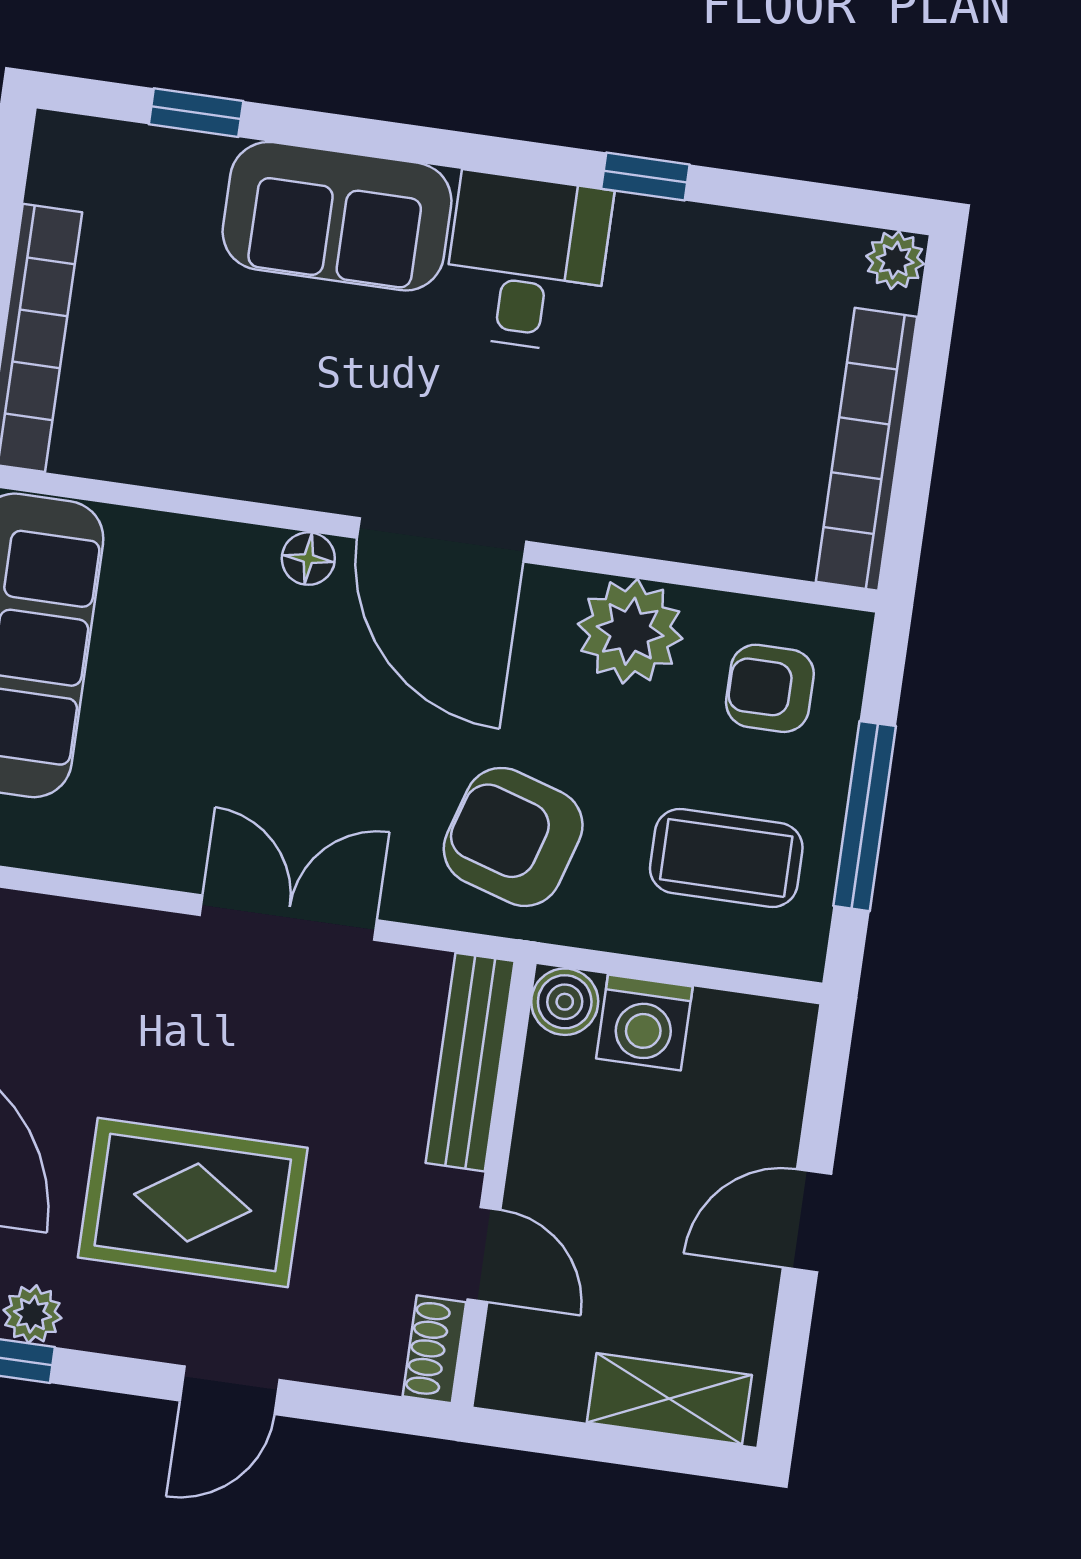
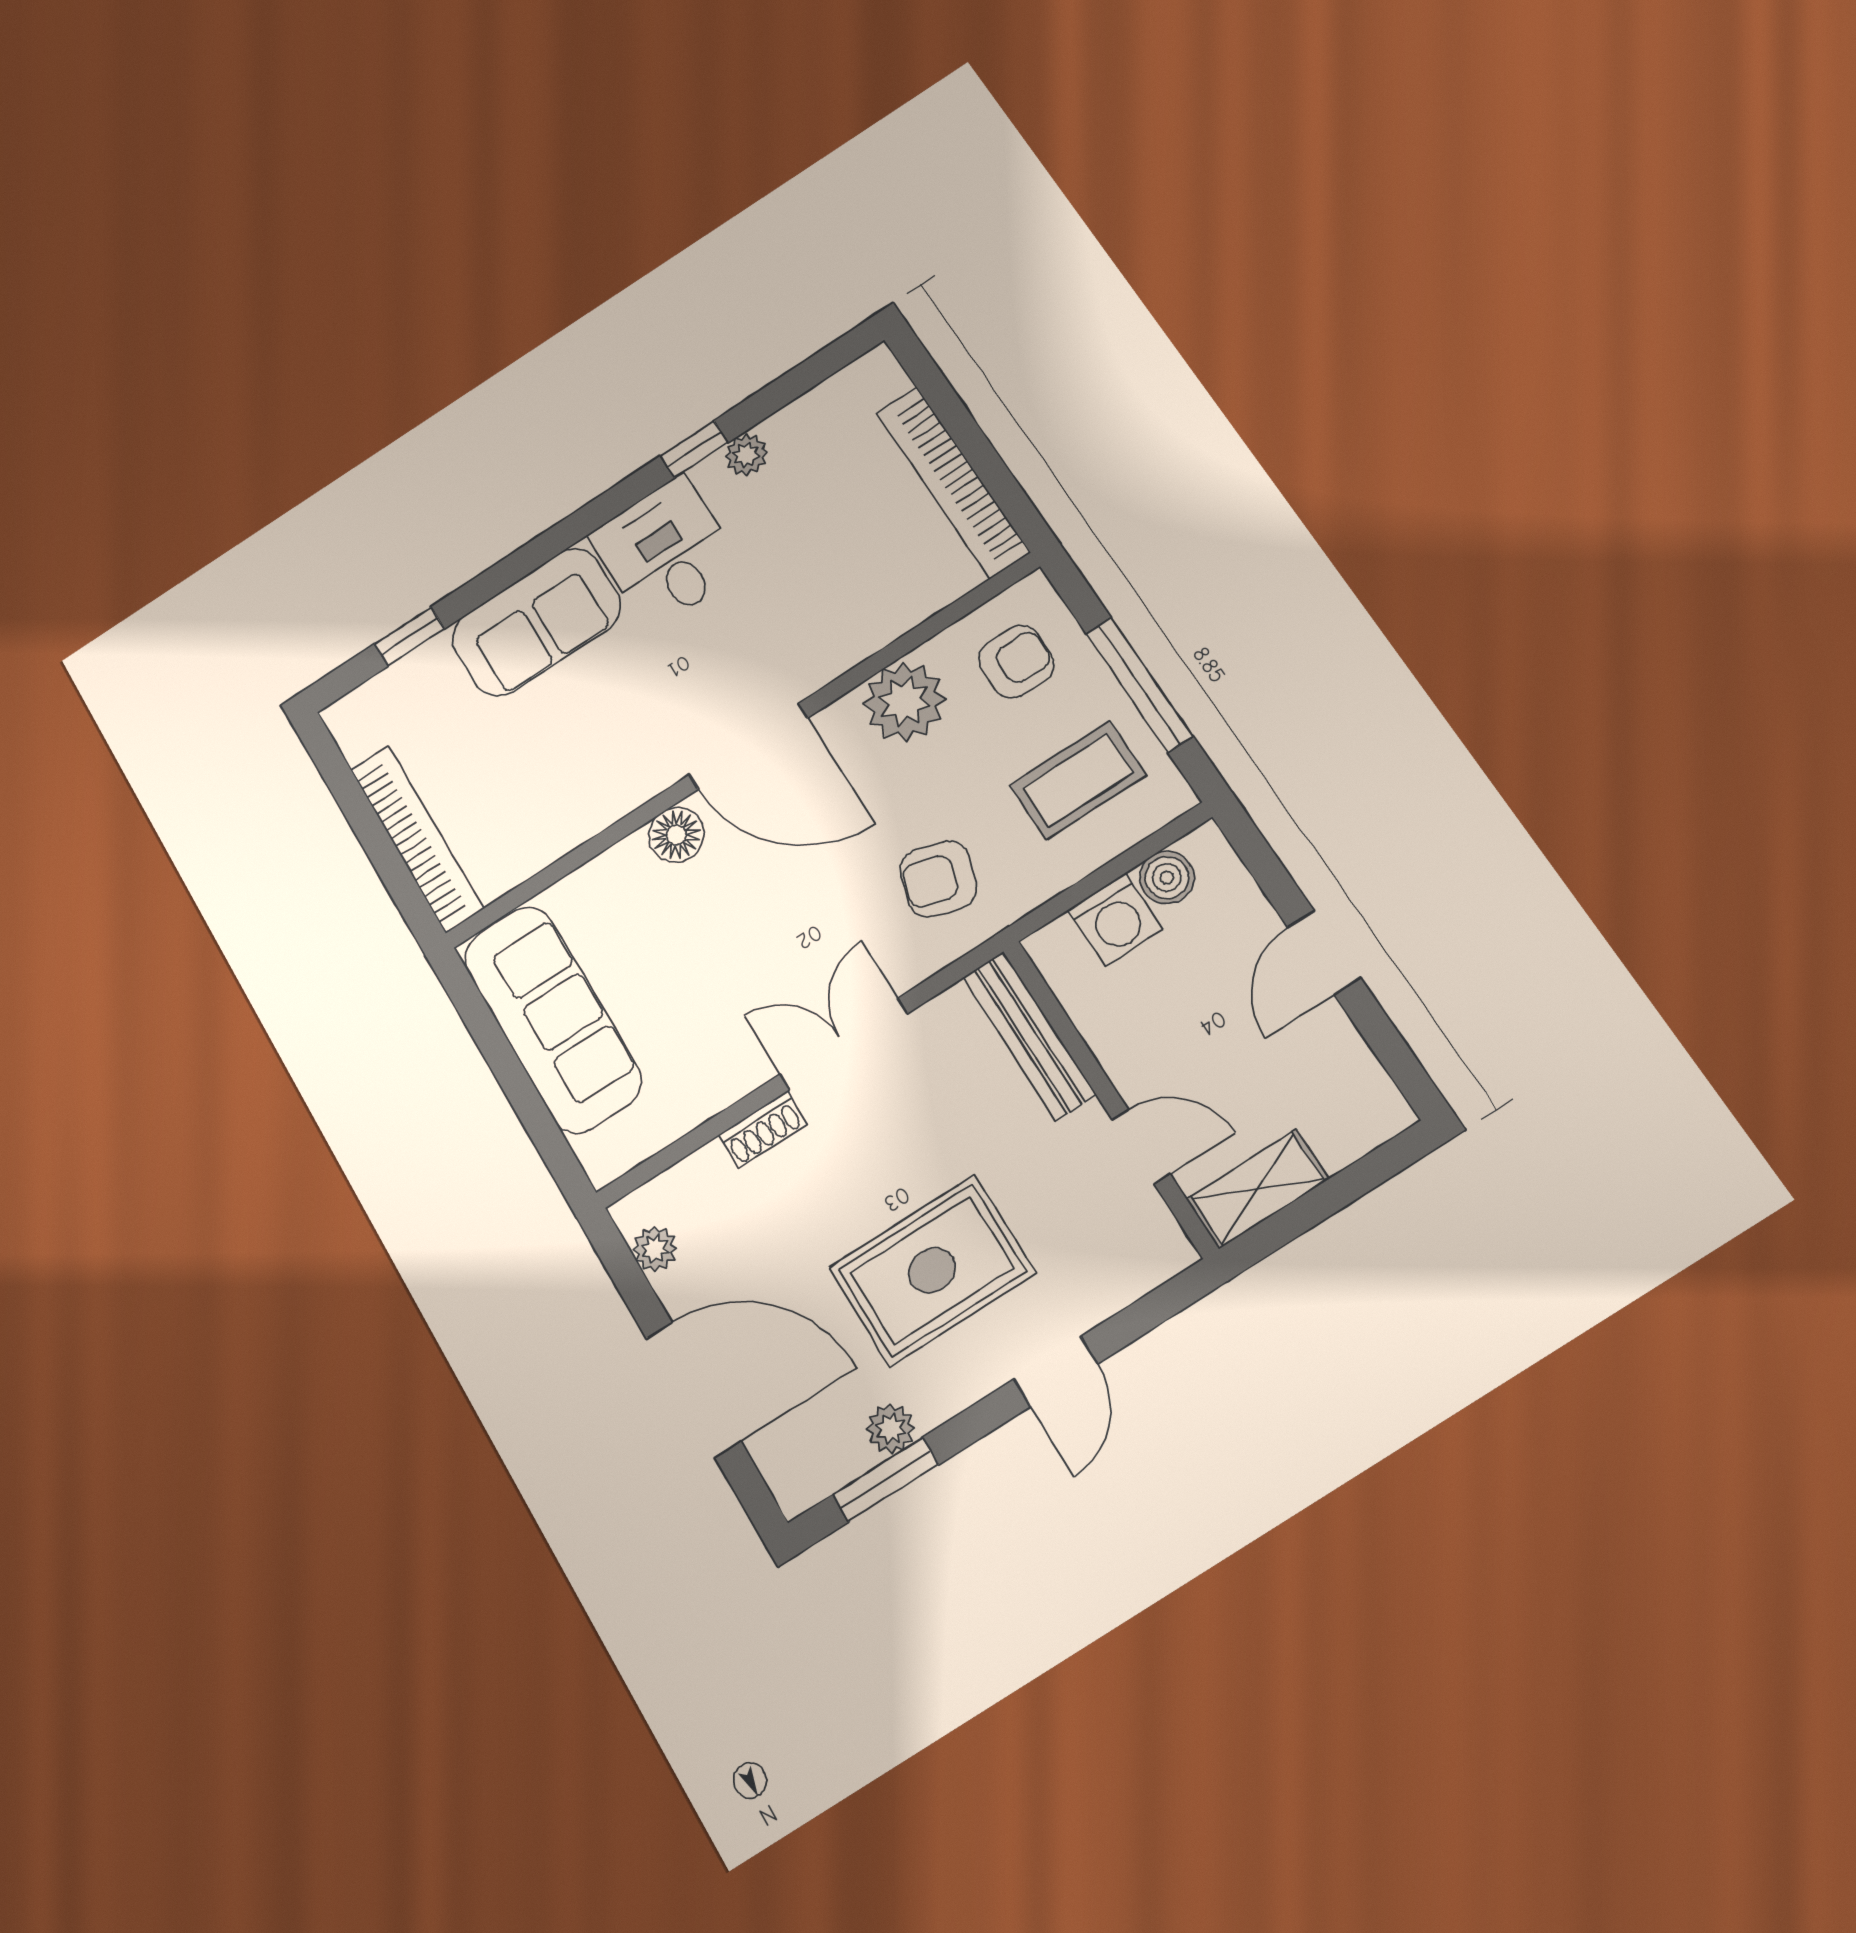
plant: (895, 260) -> (746, 455), moved
floor lamp: (308, 559) -> (676, 835), width x1.37, depth x1.37
armchair: (770, 688) -> (1016, 662), turned 180
armchair: (513, 837) -> (938, 879), width x0.72, depth x0.72
boiler: (565, 1002) -> (1167, 877), moved
shoe rack: (434, 1349) -> (763, 1130), moved, turned -90
shelving: (669, 1399) -> (1258, 1189), moved

